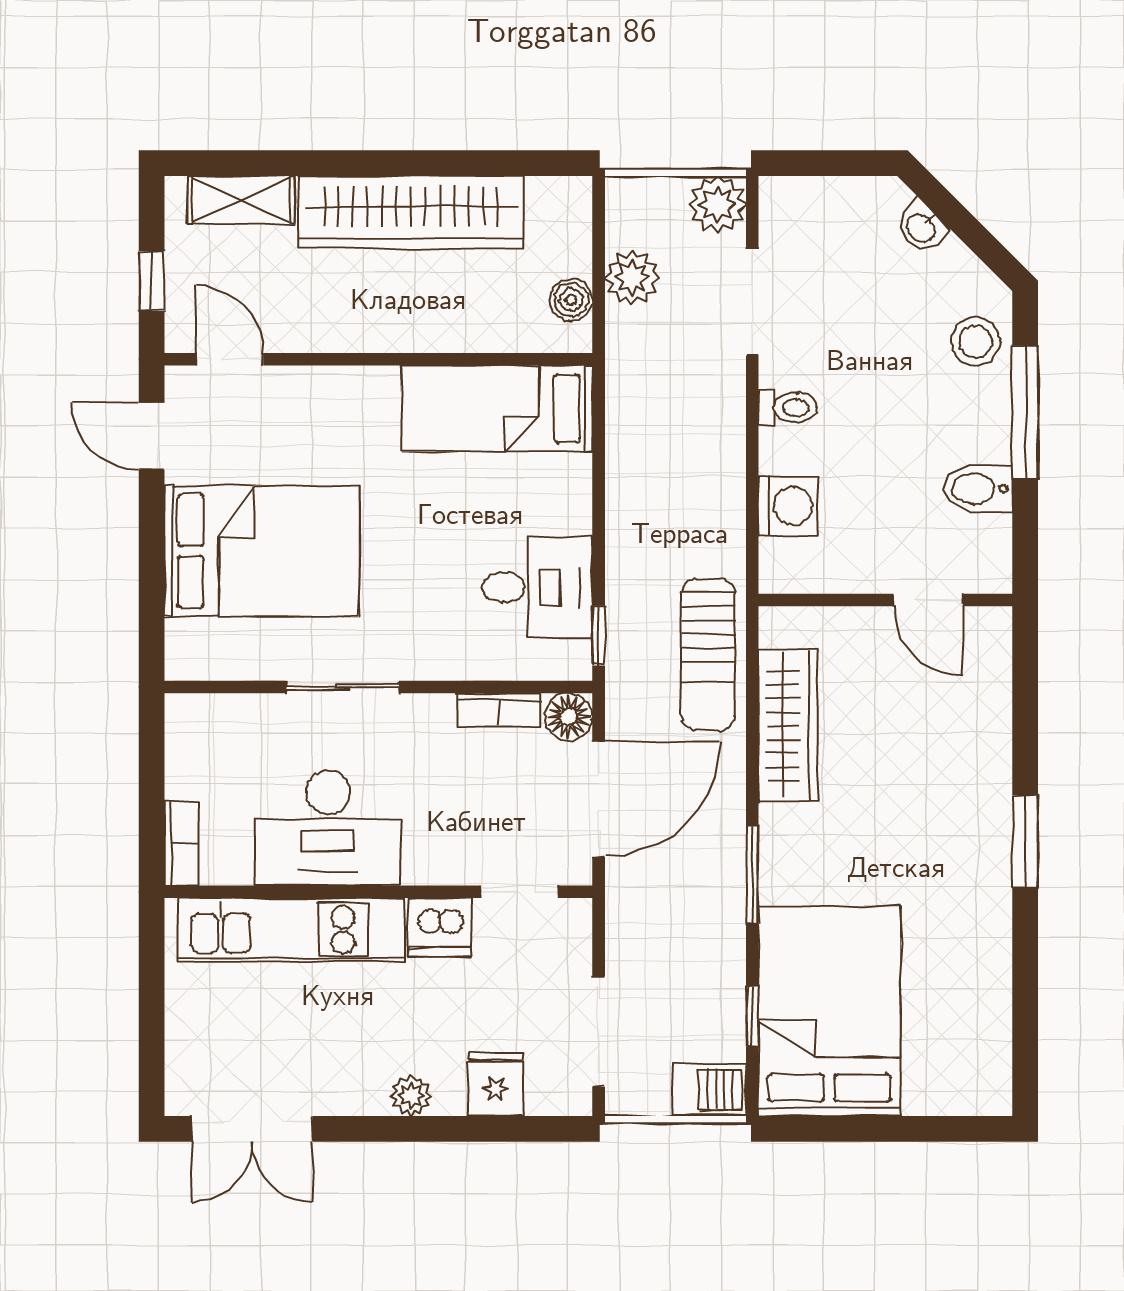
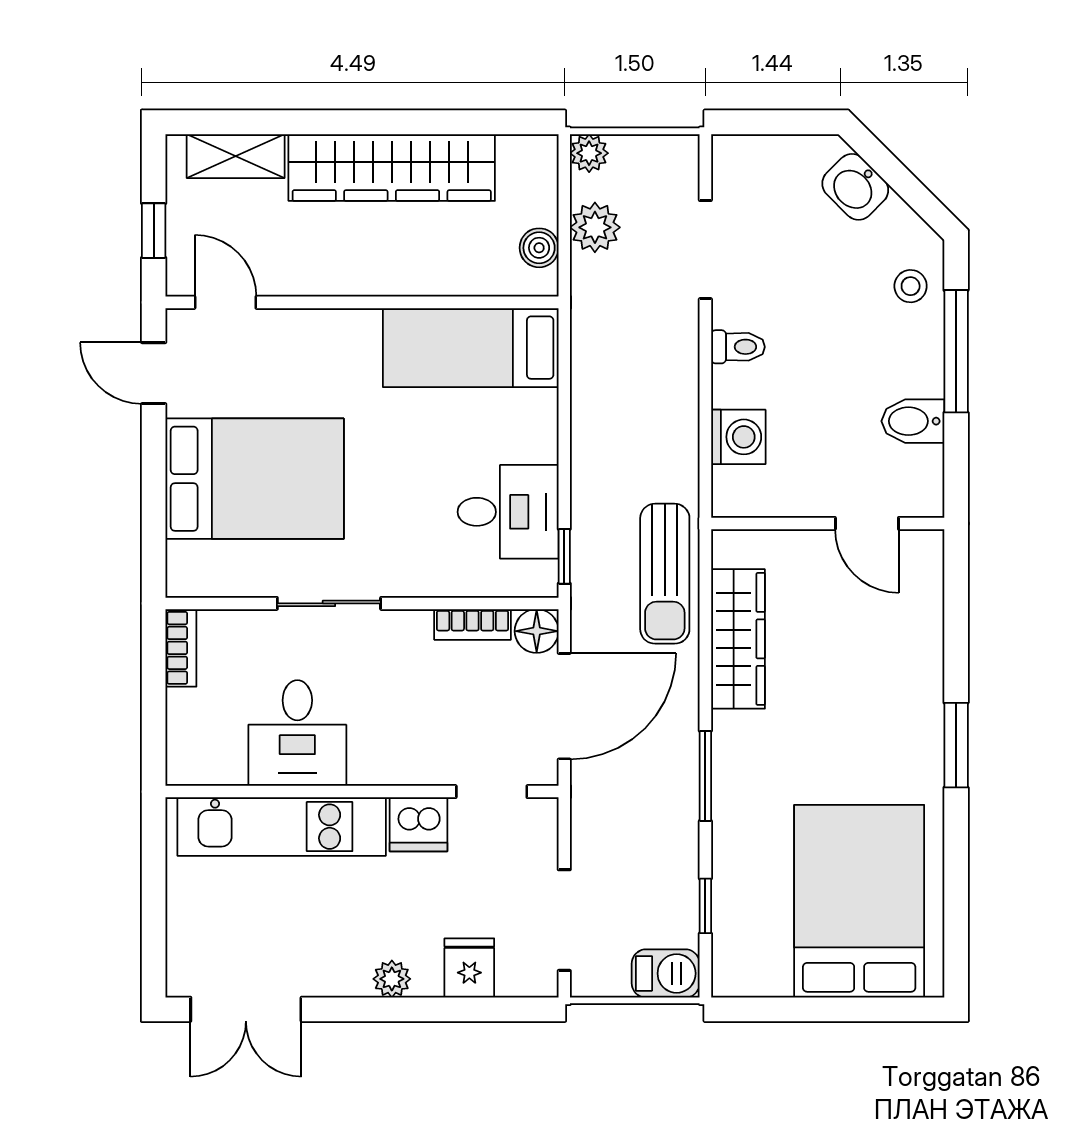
plant: (717, 205) -> (589, 153), moved, width x0.73, depth x0.73
washbasin: (921, 227) -> (855, 187), width x1.38, depth x1.45
stool: (976, 342) -> (911, 286), width x0.73, depth x0.73
desk: (328, 828) -> (297, 733), width x0.73
bookcase: (181, 843) -> (181, 648), moved
bed: (829, 1011) -> (859, 901), moved

